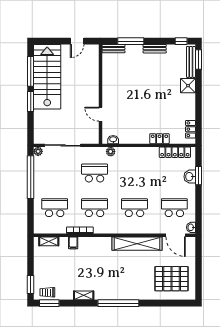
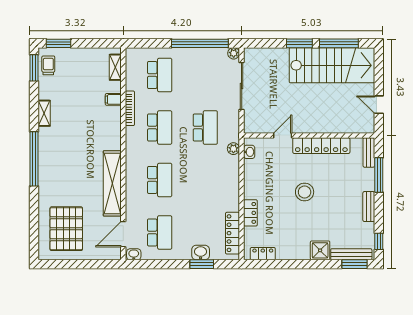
locker: (108, 85) -> (321, 146), added
stool: (144, 97) -> (305, 192), added

